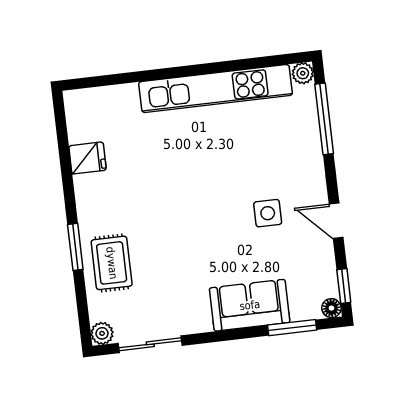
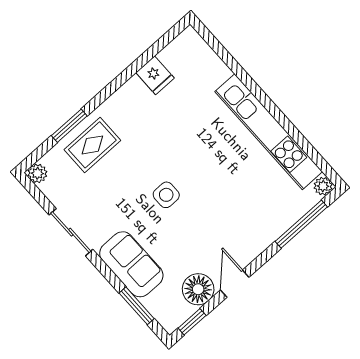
side table: (268, 213) -> (166, 195), moved
window: (75, 247) -> (69, 126), moved
floor lamp: (331, 308) -> (198, 289), moved, width x1.89, depth x1.89
sliding door: (150, 344) -> (71, 232), moved

